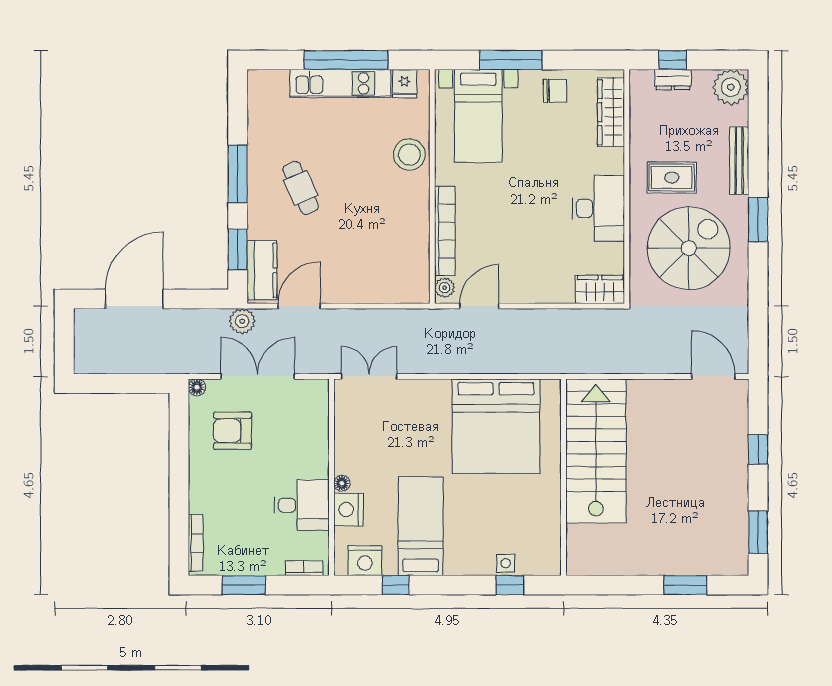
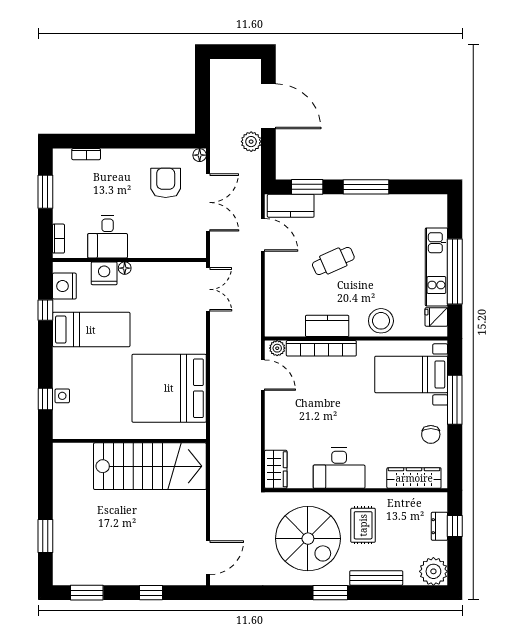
cafe table: (301, 188) -> (333, 261), moved
kitchen counter: (416, 224) -> (327, 326), added
plant: (242, 321) -> (251, 142), moved
bookcase: (196, 543) -> (86, 154), width x0.64

